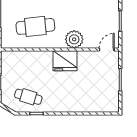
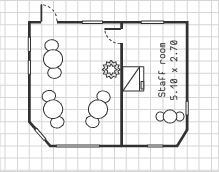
cafe table: (35, 26) -> (98, 109), turned 30
cafe table: (28, 97) -> (170, 116), turned 73

